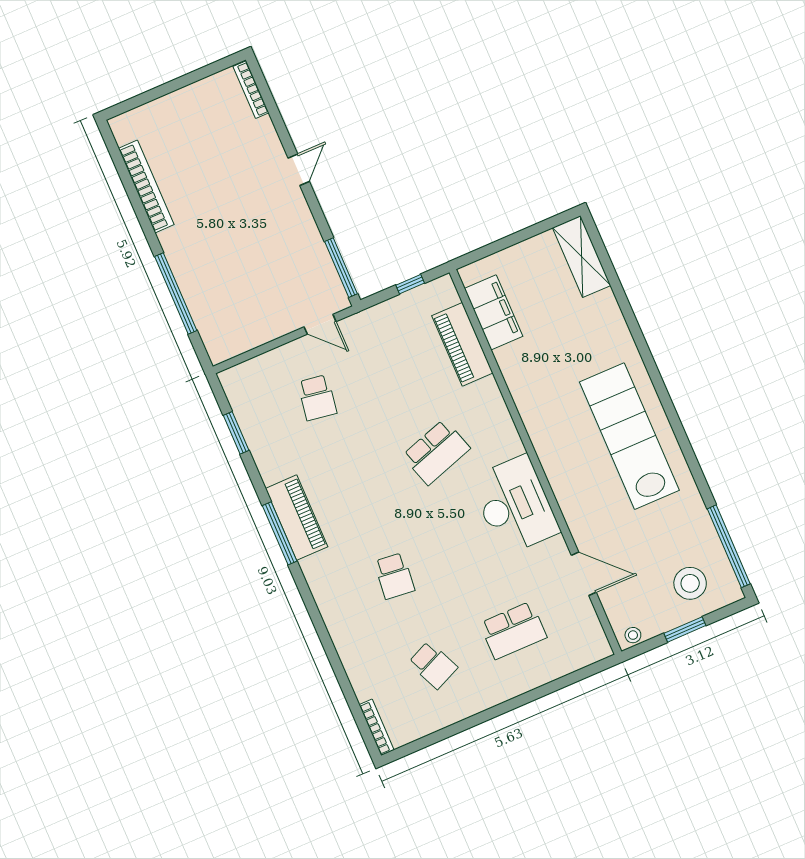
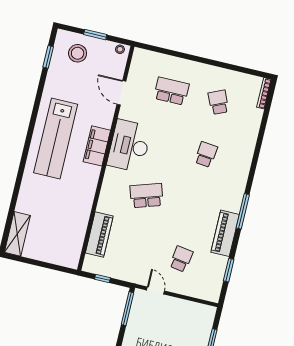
filing cabinet: (494, 312) -> (97, 146), moved
piano: (297, 518) -> (225, 233), moved
window: (729, 546) -> (48, 57), width x0.47

